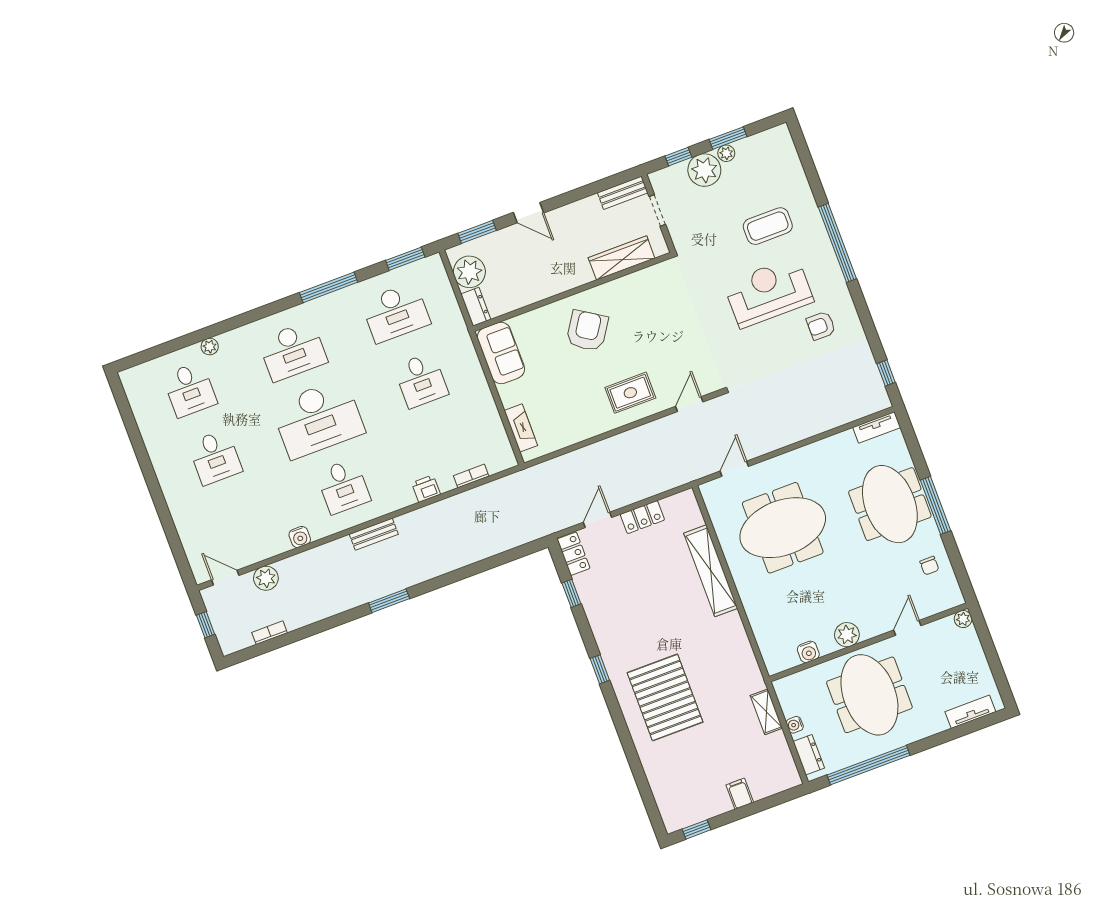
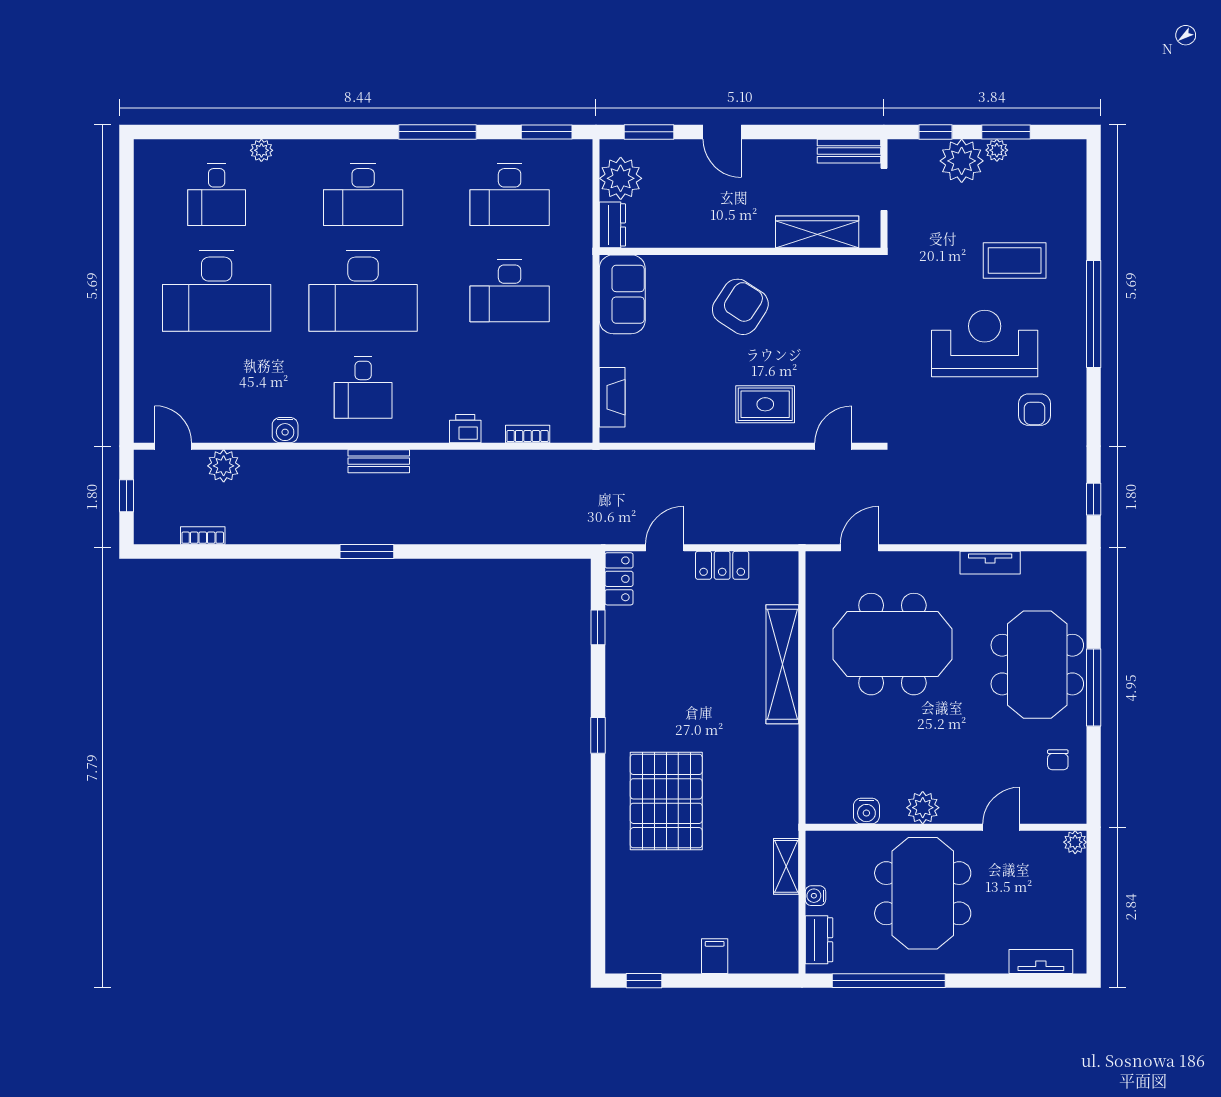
armchair: (821, 326) -> (1034, 410), turned -90
desk: (421, 380) -> (510, 291), width x1.37
tv unit: (877, 427) -> (990, 563), moved
desk: (215, 457) -> (217, 291), width x1.87, depth x1.30

